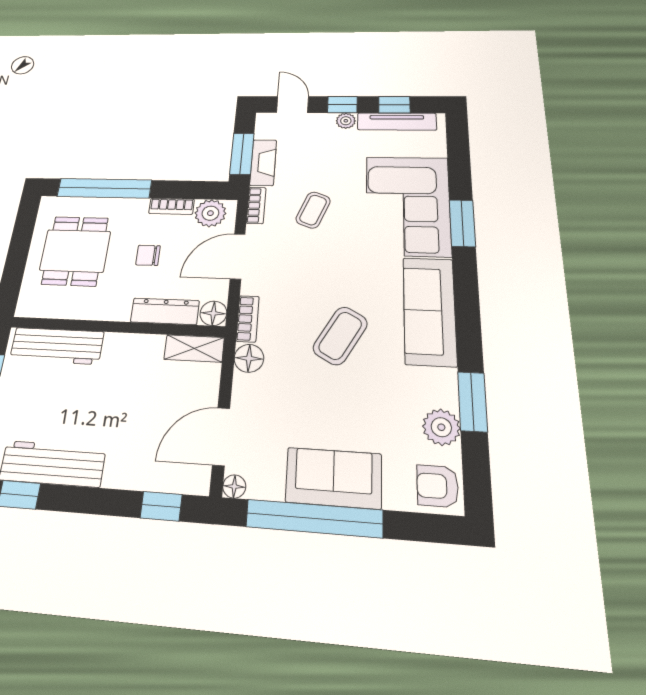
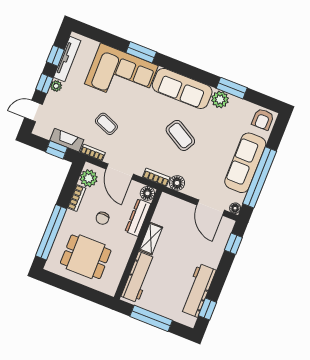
window: (242, 154) -> (57, 150), width x0.67
shelving: (194, 348) -> (151, 239), moved
plant: (441, 427) -> (220, 99), moved
sofa: (334, 478) -> (245, 163), width x1.36

